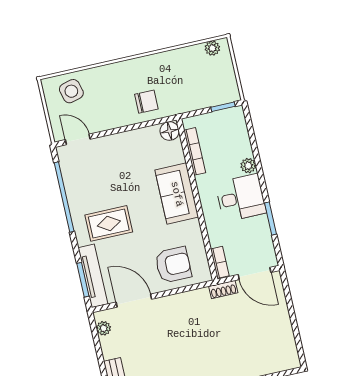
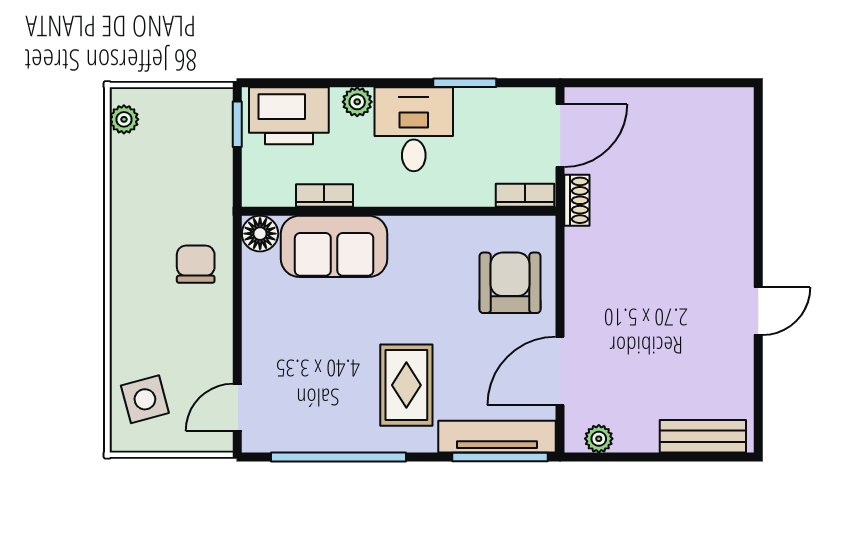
printer: (233, 132) -> (289, 116), added
bookcase: (195, 151) -> (324, 195), width x0.64
sofa: (177, 194) -> (334, 246), moved
window: (83, 280) -> (500, 457), width x1.44

